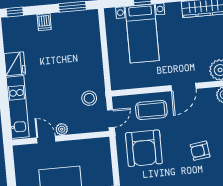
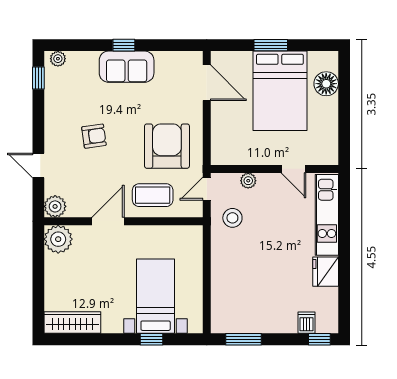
dishwasher: (44, 22) -> (307, 323), moved
plant: (62, 129) -> (248, 181), moved

